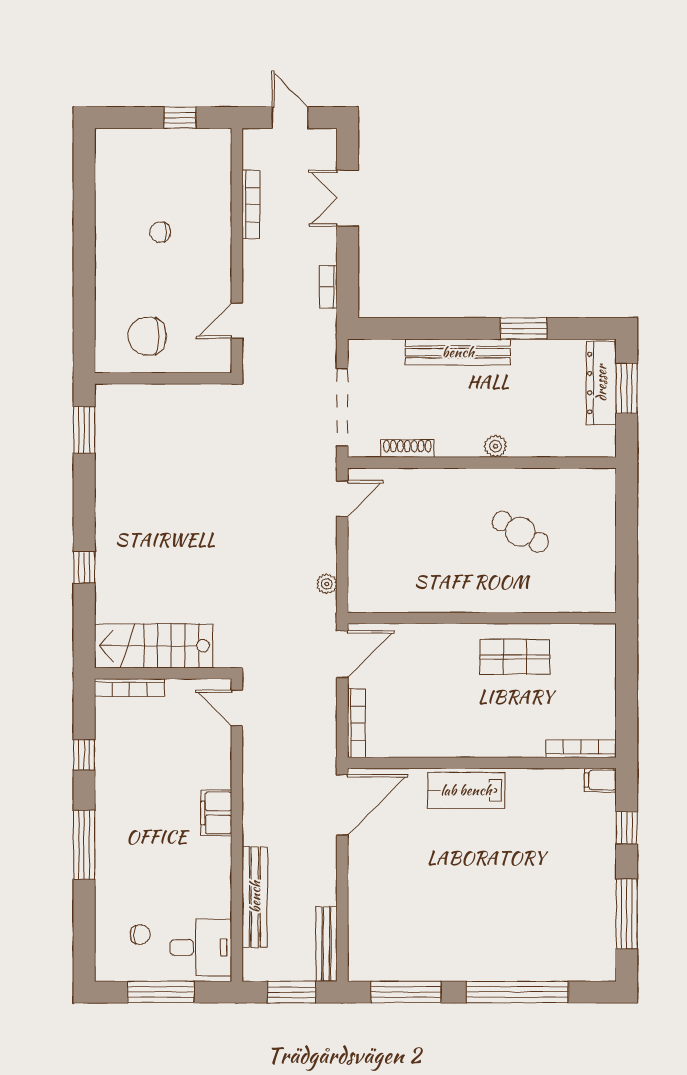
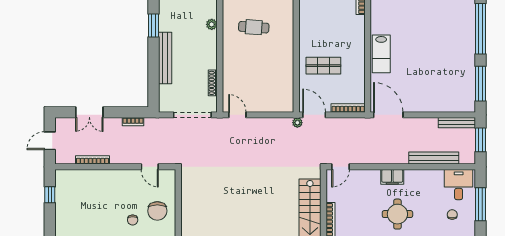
chair: (160, 232) -> (133, 220), moved
plant: (496, 446) -> (212, 24), moved
cafe table: (520, 532) -> (254, 27), turned 64
plant: (327, 584) -> (297, 123), moved
shop shelf: (515, 657) -> (323, 66), moved, turned 90
round table: (141, 823) -> (397, 214), added

